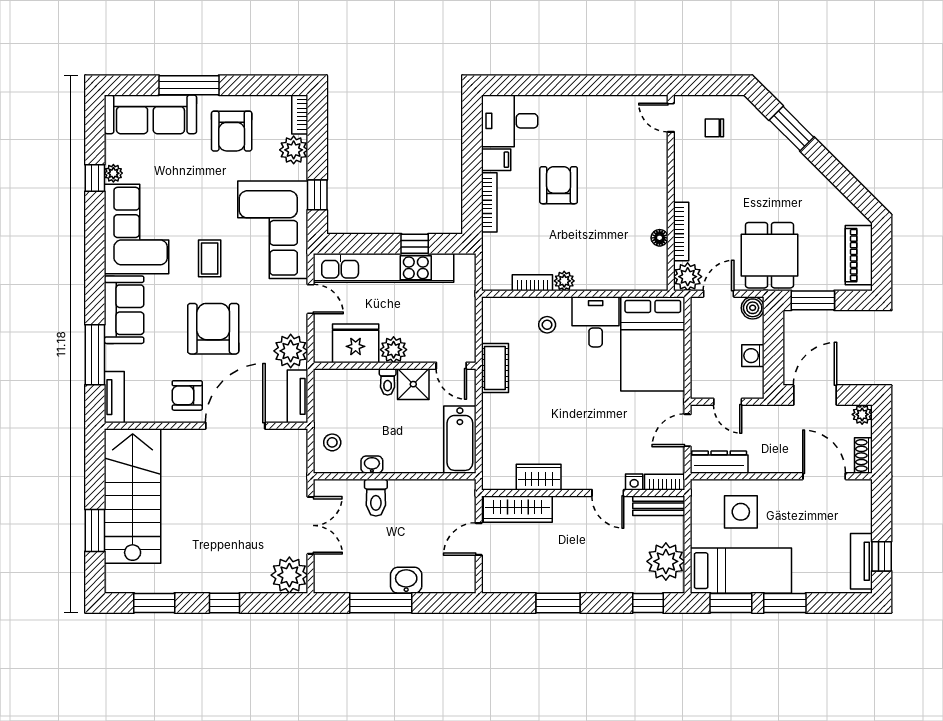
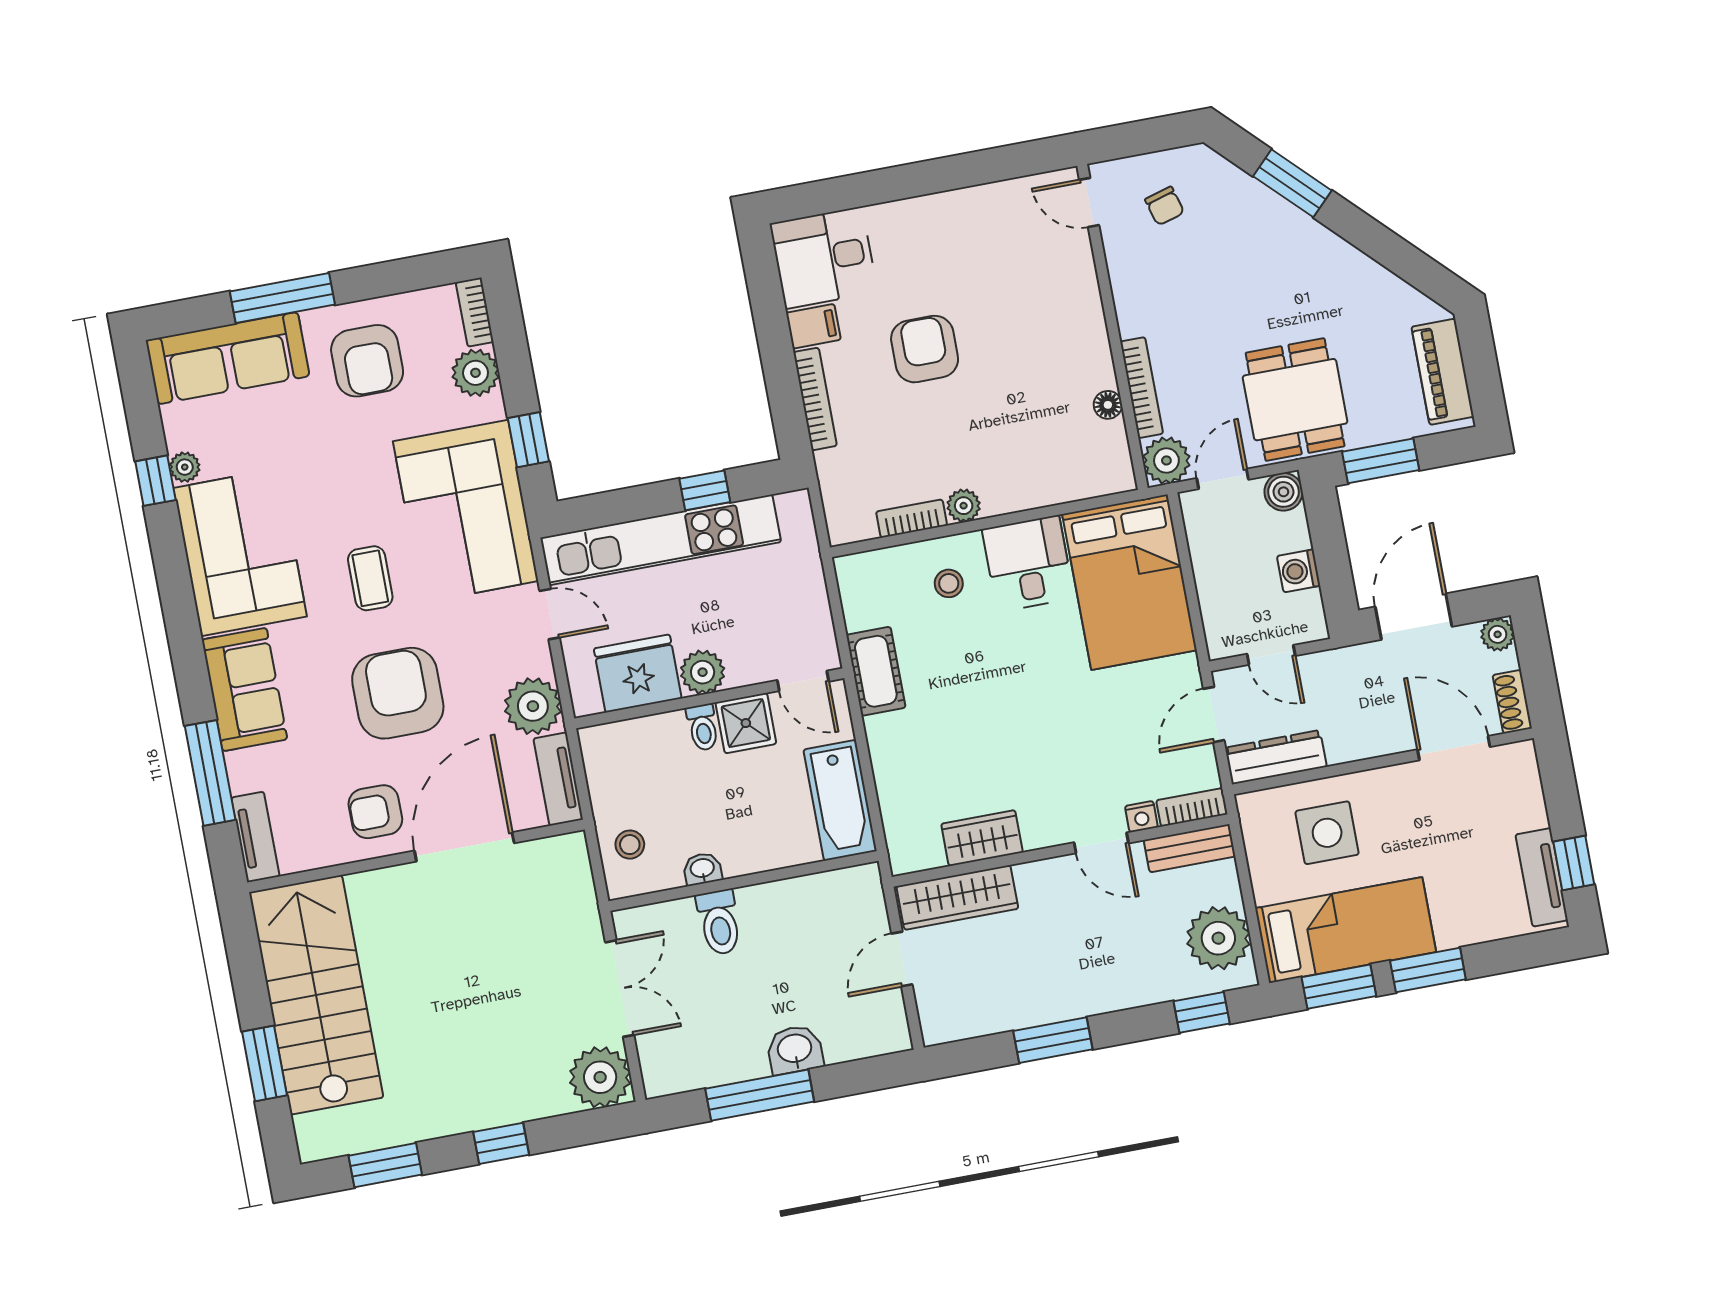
chair: (714, 128) -> (1165, 206), turned -106

